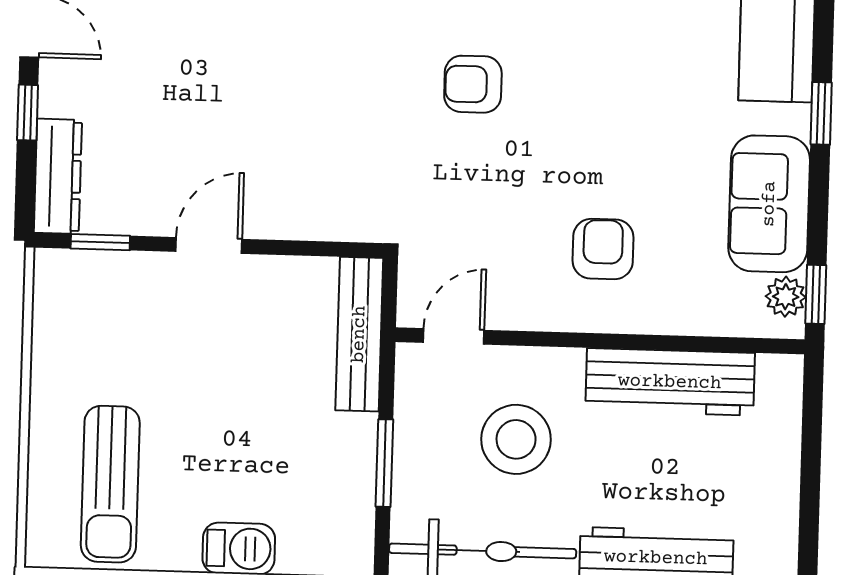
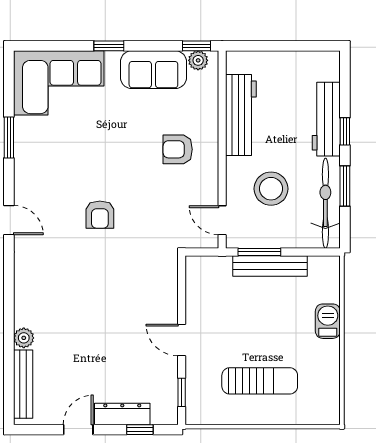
window: (28, 113) -> (140, 430), moved
dresser: (58, 176) -> (122, 414), moved
bench: (359, 334) -> (270, 266), moved
window: (384, 463) -> (259, 252), moved
sun lounger: (110, 484) -> (260, 381), moved

